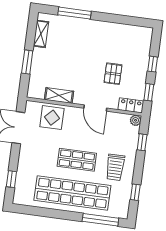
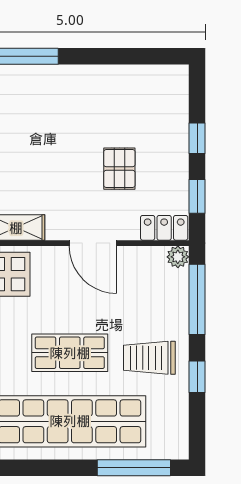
window: (142, 142) -> (197, 299), width x2.17
trolley: (115, 167) -> (149, 358), turned 90
window: (135, 192) -> (197, 377), moved

